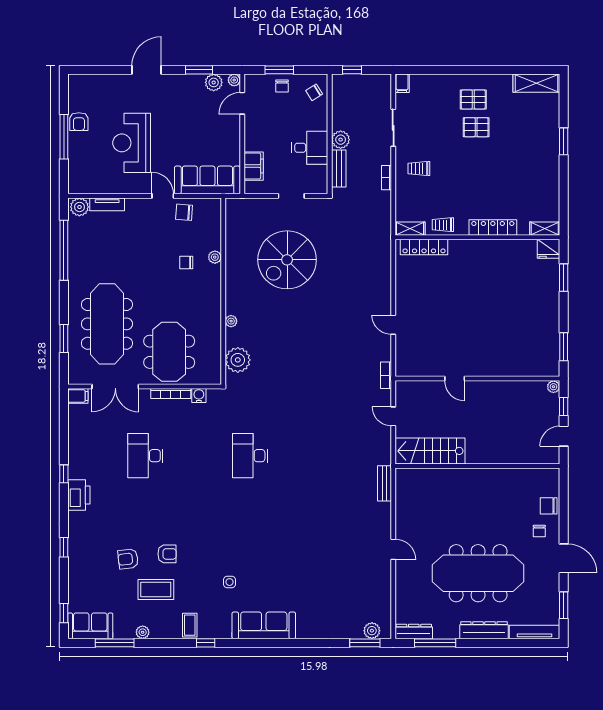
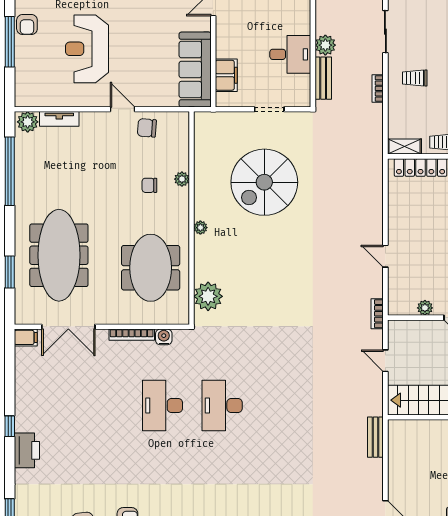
sofa: (207, 180) -> (195, 70), moved, turned -90
plant: (231, 321) -> (200, 228), moved
meeting table: (169, 352) -> (151, 268), moved
plant: (428, 370) -> (425, 308), added
desk: (145, 456) -> (162, 406), moved

